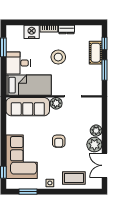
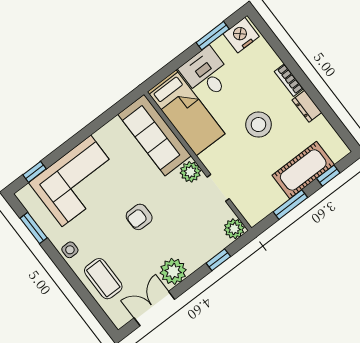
nightstand: (32, 32) -> (241, 35), moved, turned -90
cot: (96, 53) -> (303, 170), width x1.37, depth x1.34
window: (104, 121) -> (218, 260), added
plant: (96, 131) -> (234, 229), moved

